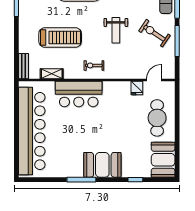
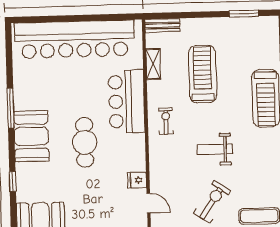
treadmill: (60, 37) -> (203, 74), turned 180
cafe table: (157, 118) -> (85, 142), moved, turned 90

